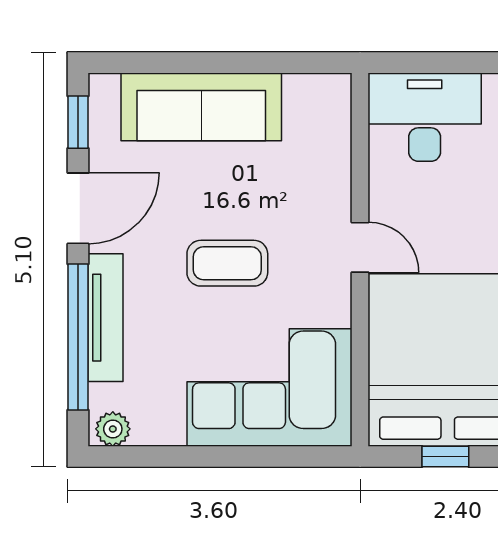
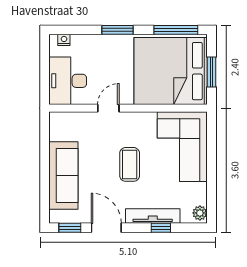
door: (360, 247) -> (108, 108), moved
window: (78, 337) -> (161, 228), width x0.32
window: (445, 456) -> (211, 72), width x1.50

